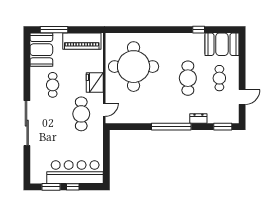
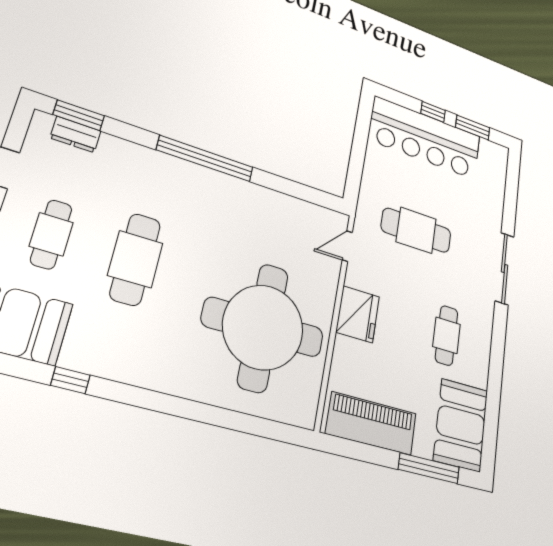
cafe table: (81, 114) -> (416, 230), moved, turned 90
dresser: (198, 119) -> (76, 134), moved
sliding door: (27, 123) -> (505, 268), width x0.73

